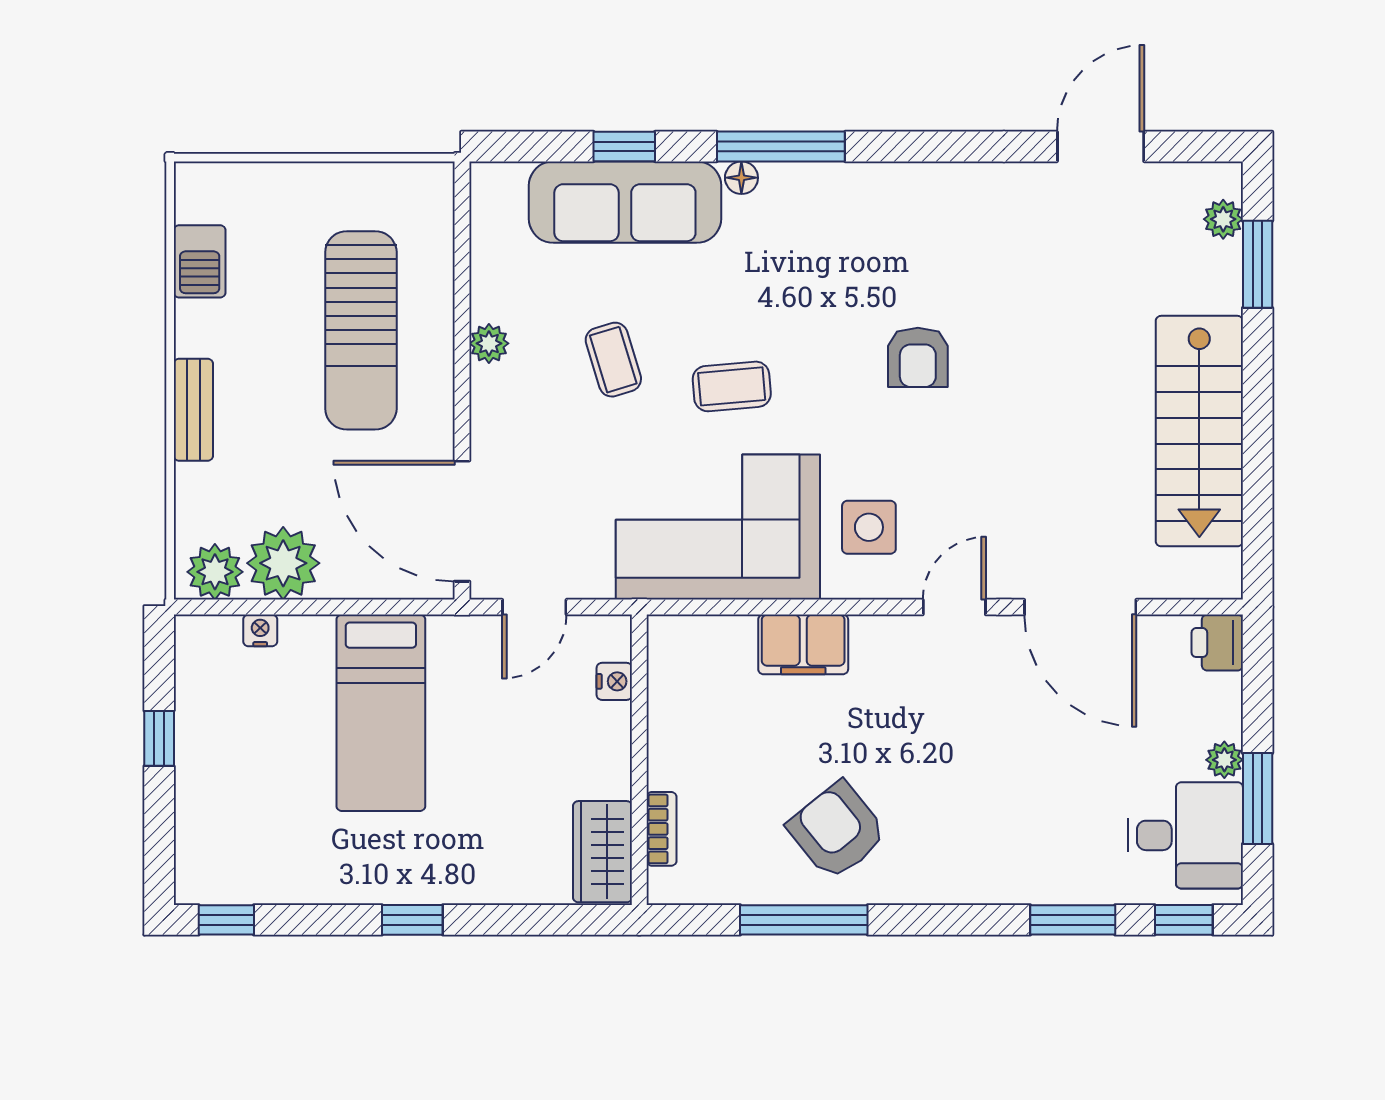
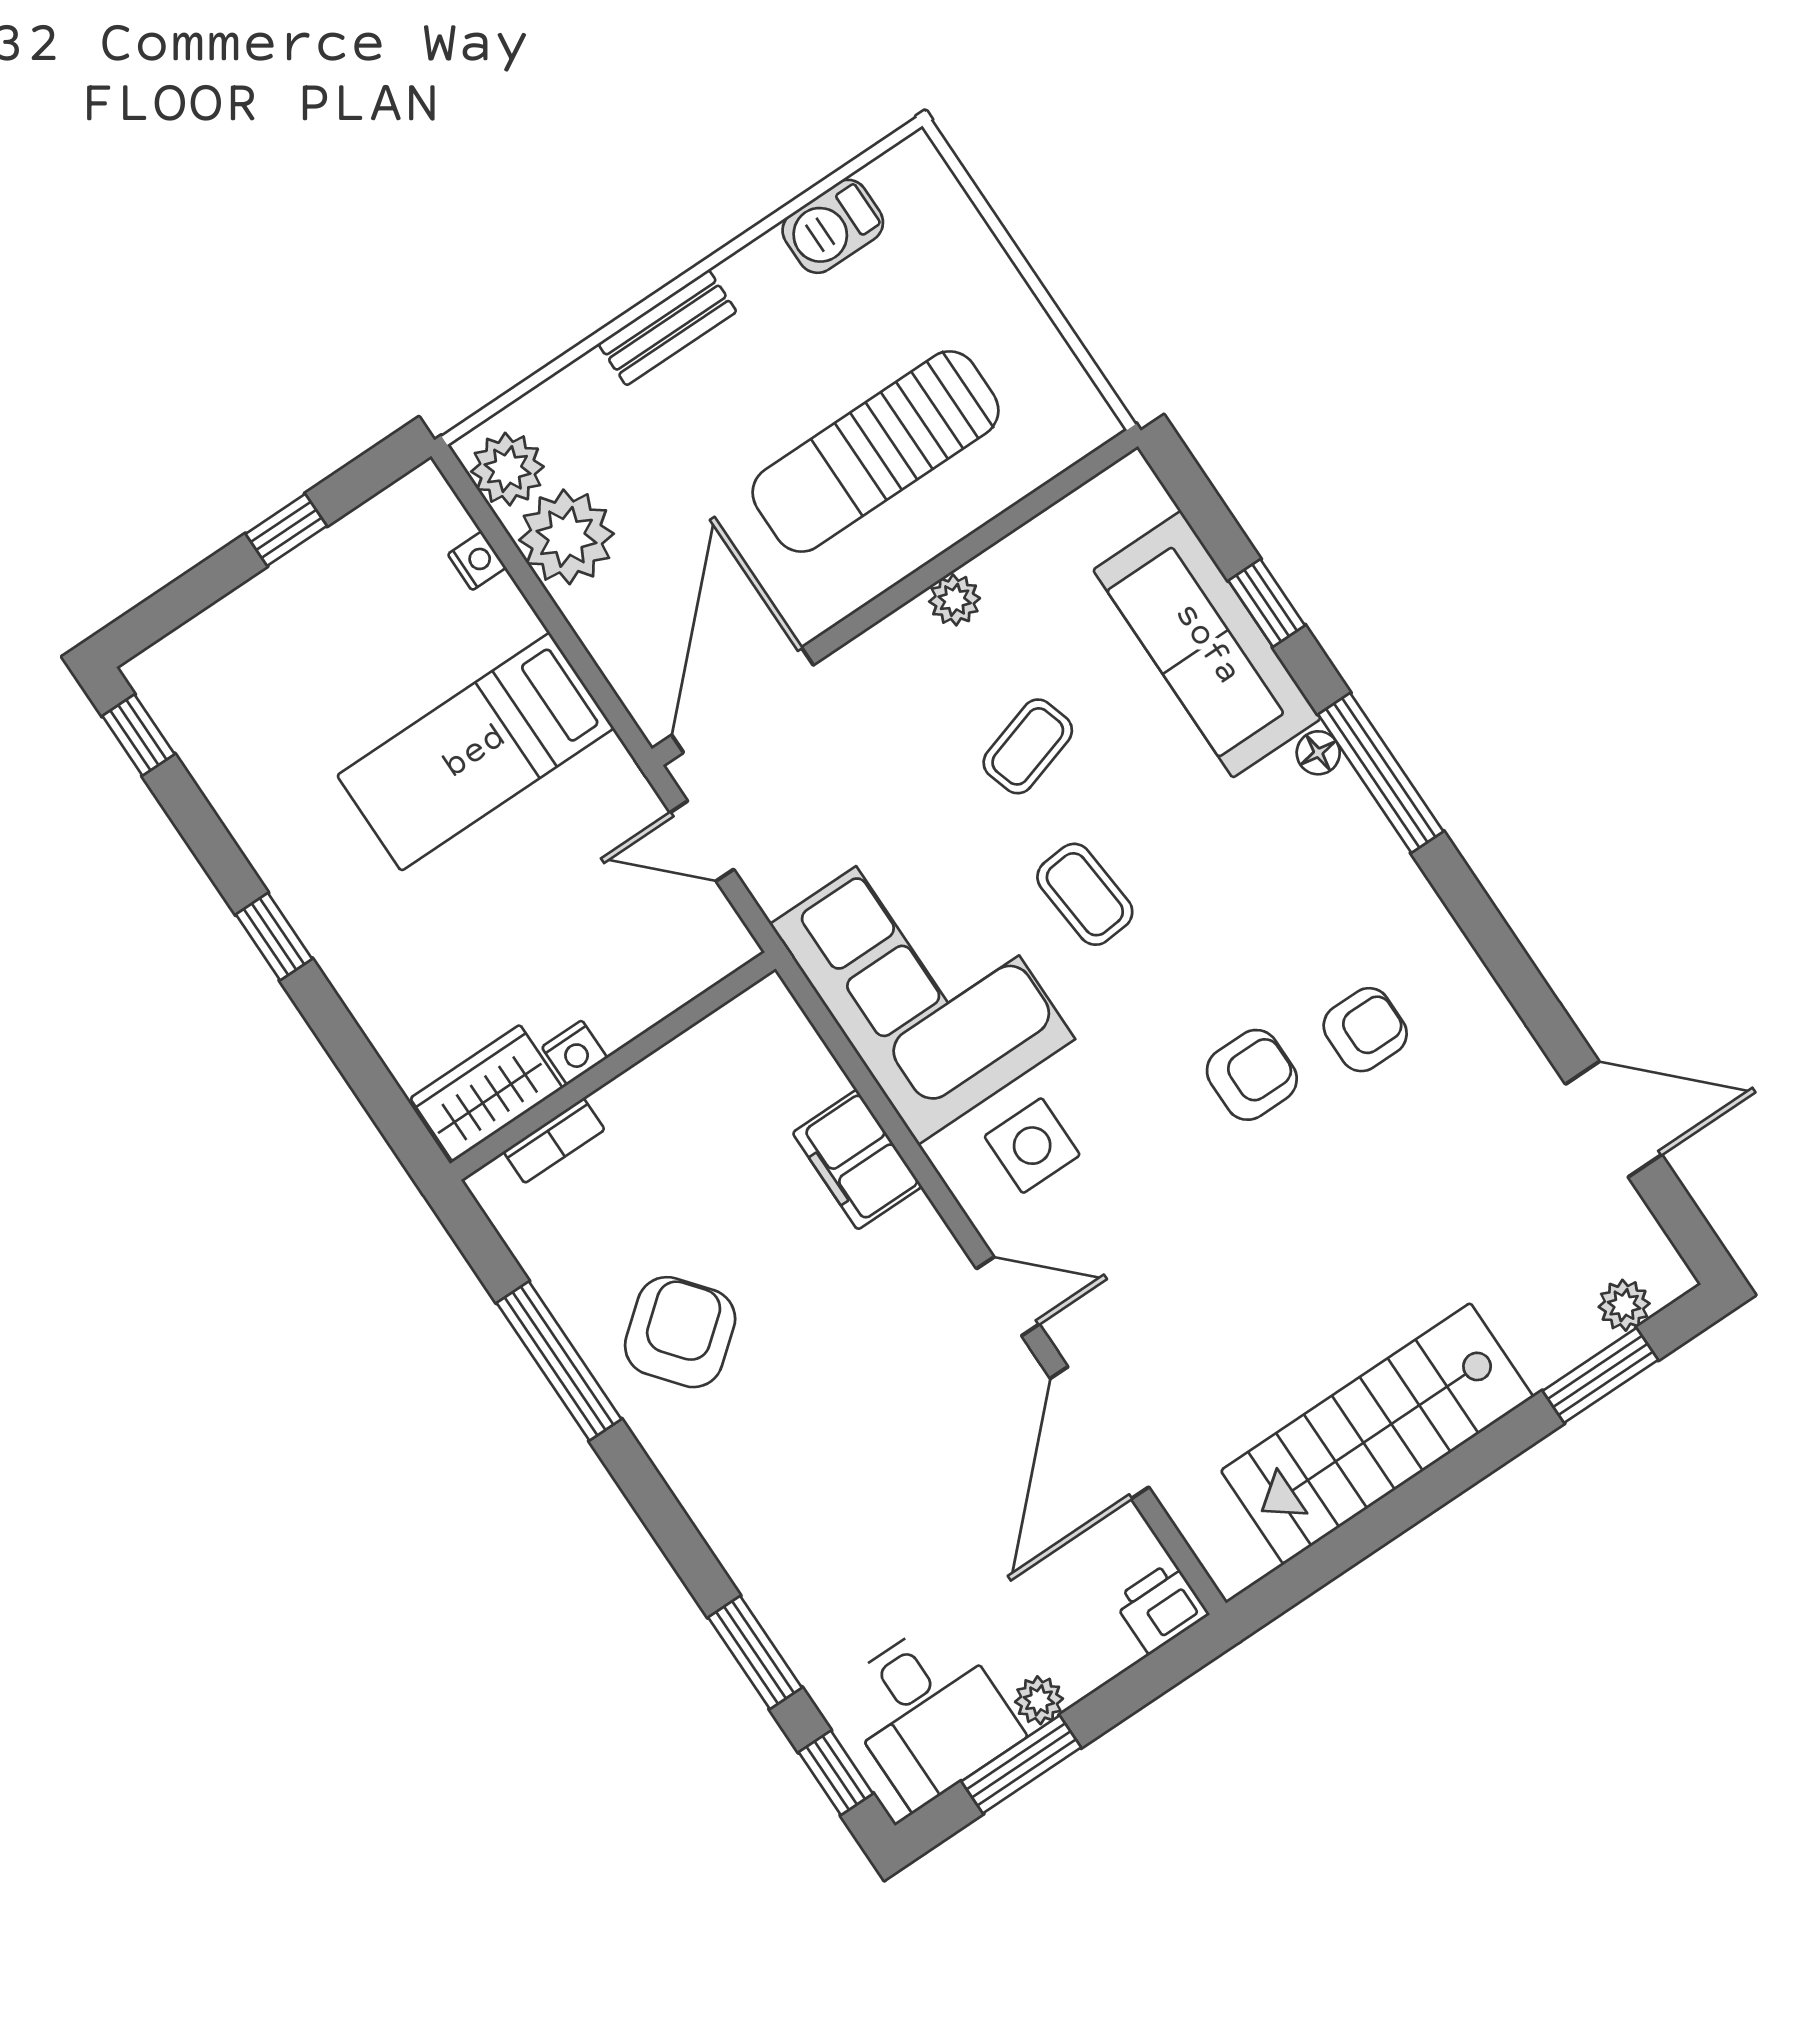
armchair: (937, 266) -> (1365, 1030), added
armchair: (918, 357) -> (1252, 1075), turned 180
nightstand: (614, 681) -> (574, 1053), moved

